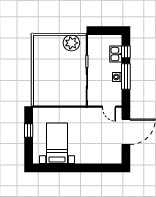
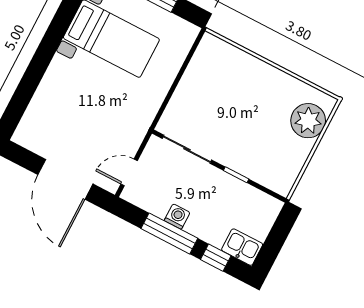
plant: (71, 43) -> (308, 121), moved
kitchen sink: (116, 54) -> (242, 247), moved

